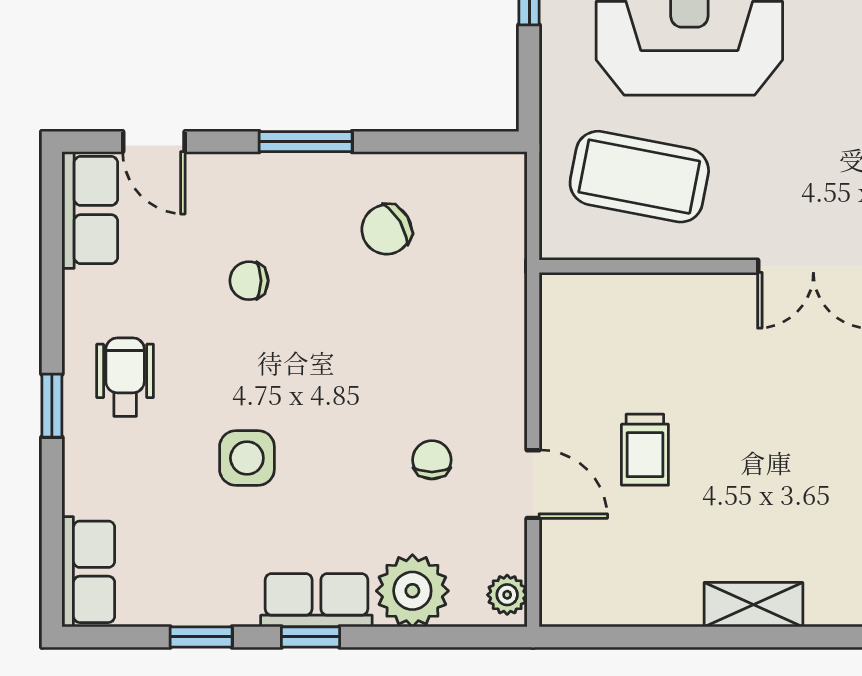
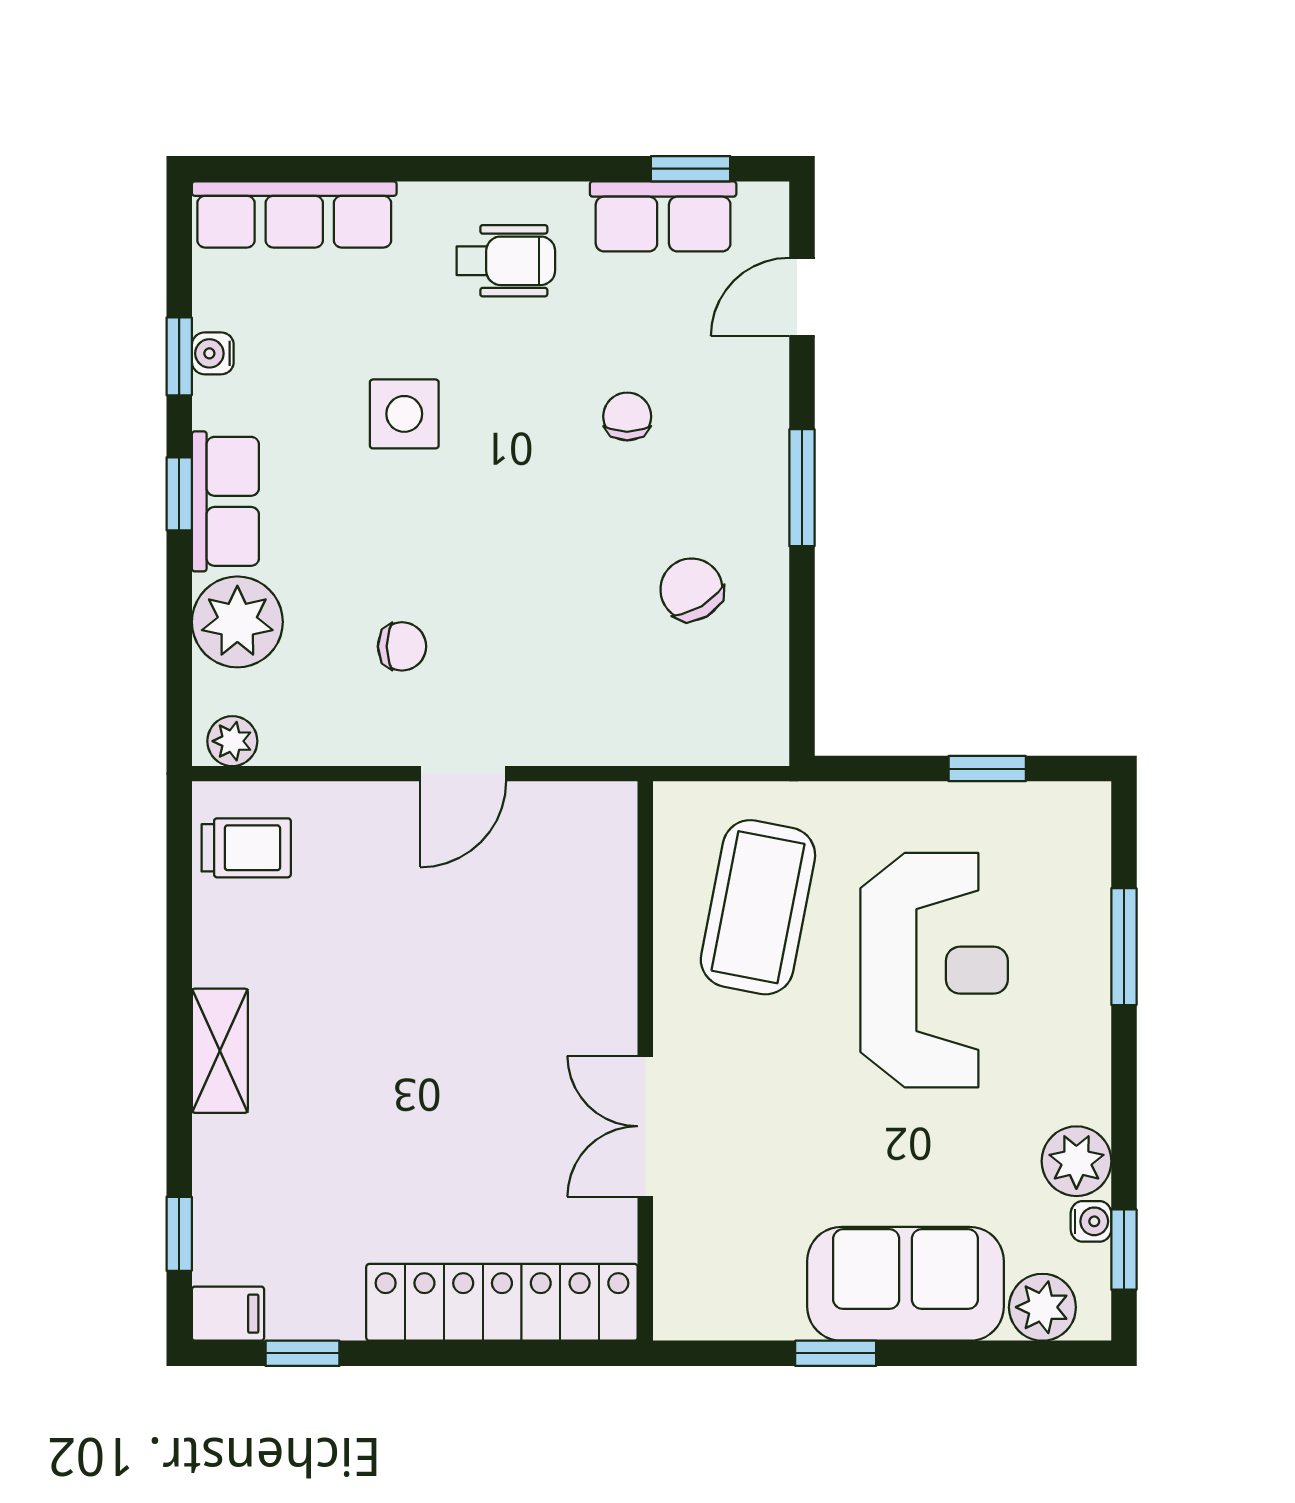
row of seats: (90, 210) -> (663, 216), moved
window: (52, 406) -> (691, 169), moved
trolley: (645, 450) -> (246, 848), moved, turned 180
door: (533, 484) -> (463, 774), moved
row of seats: (88, 572) -> (294, 214), width x1.48
water cooler: (199, 610) -> (213, 353), added

